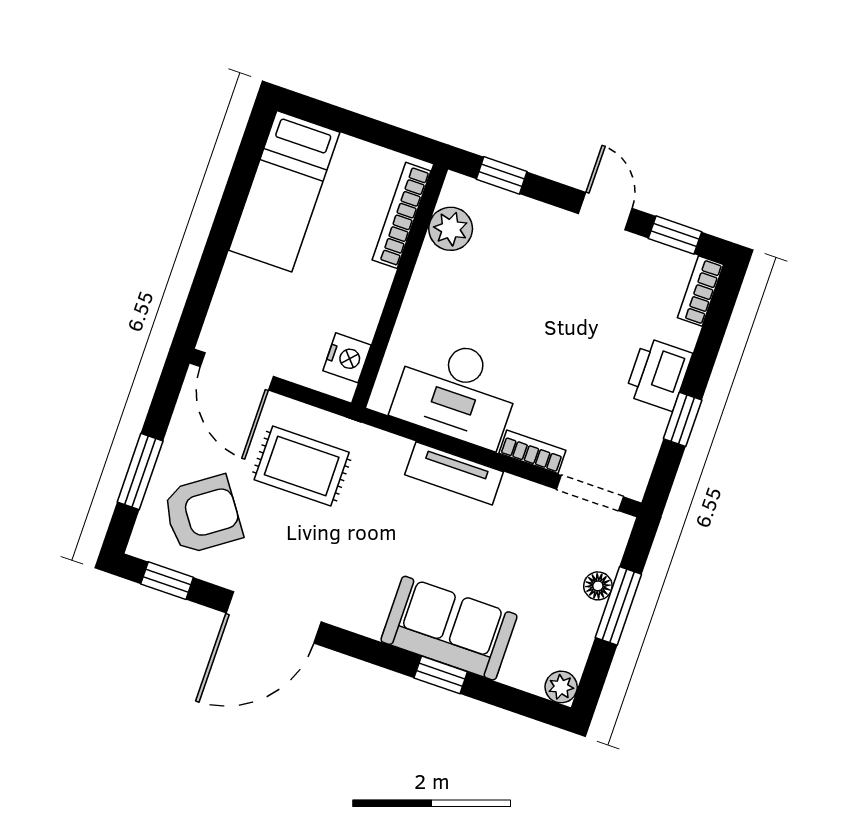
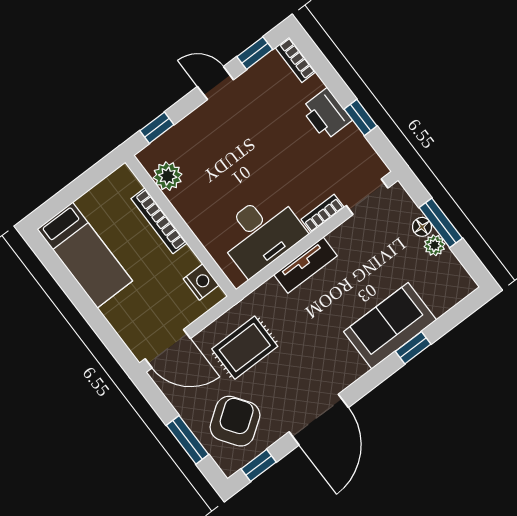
bookcase: (402, 215) -> (159, 221), moved
plant: (561, 687) -> (434, 245), moved

